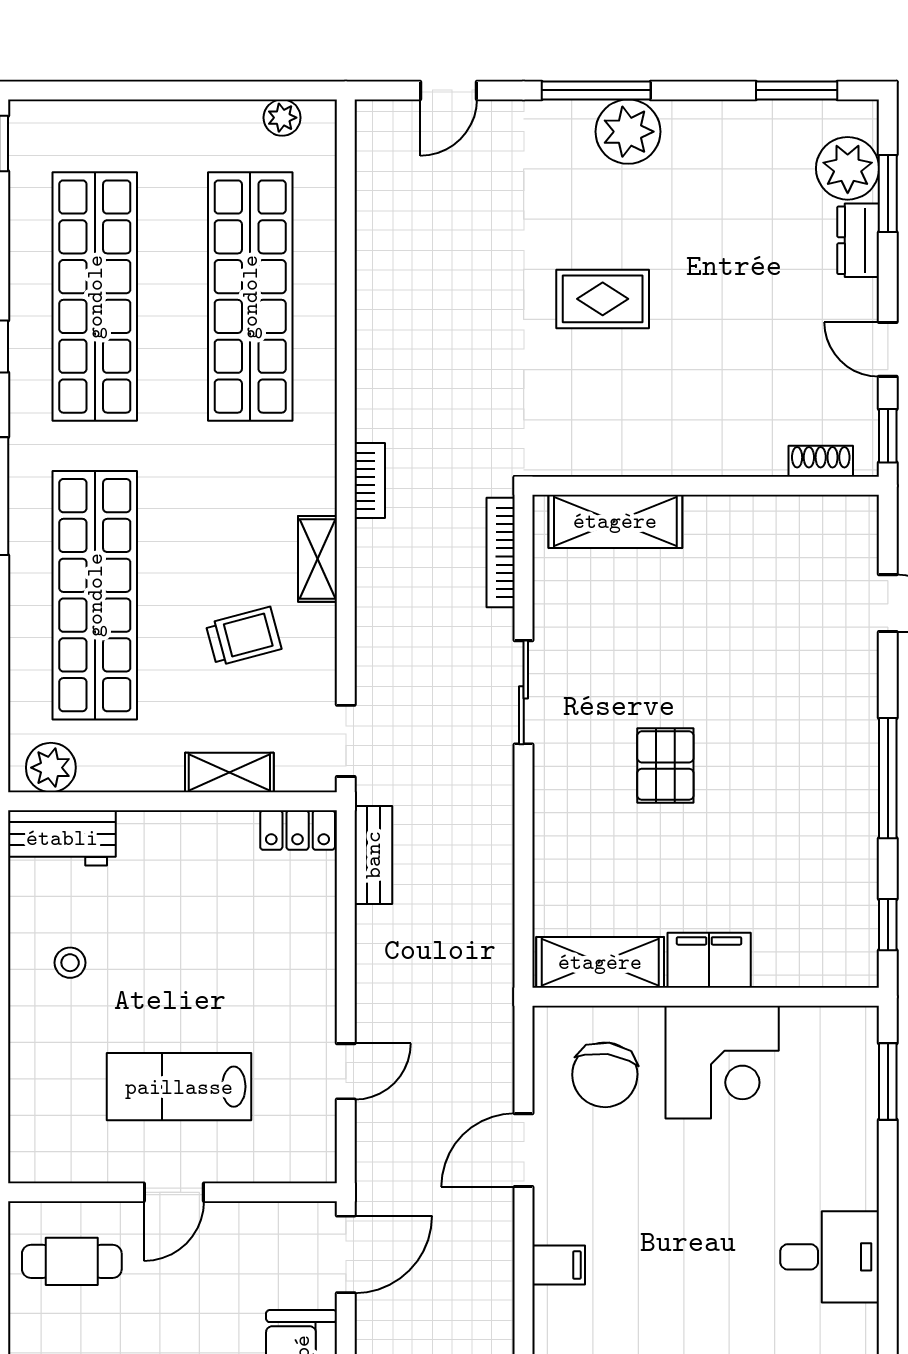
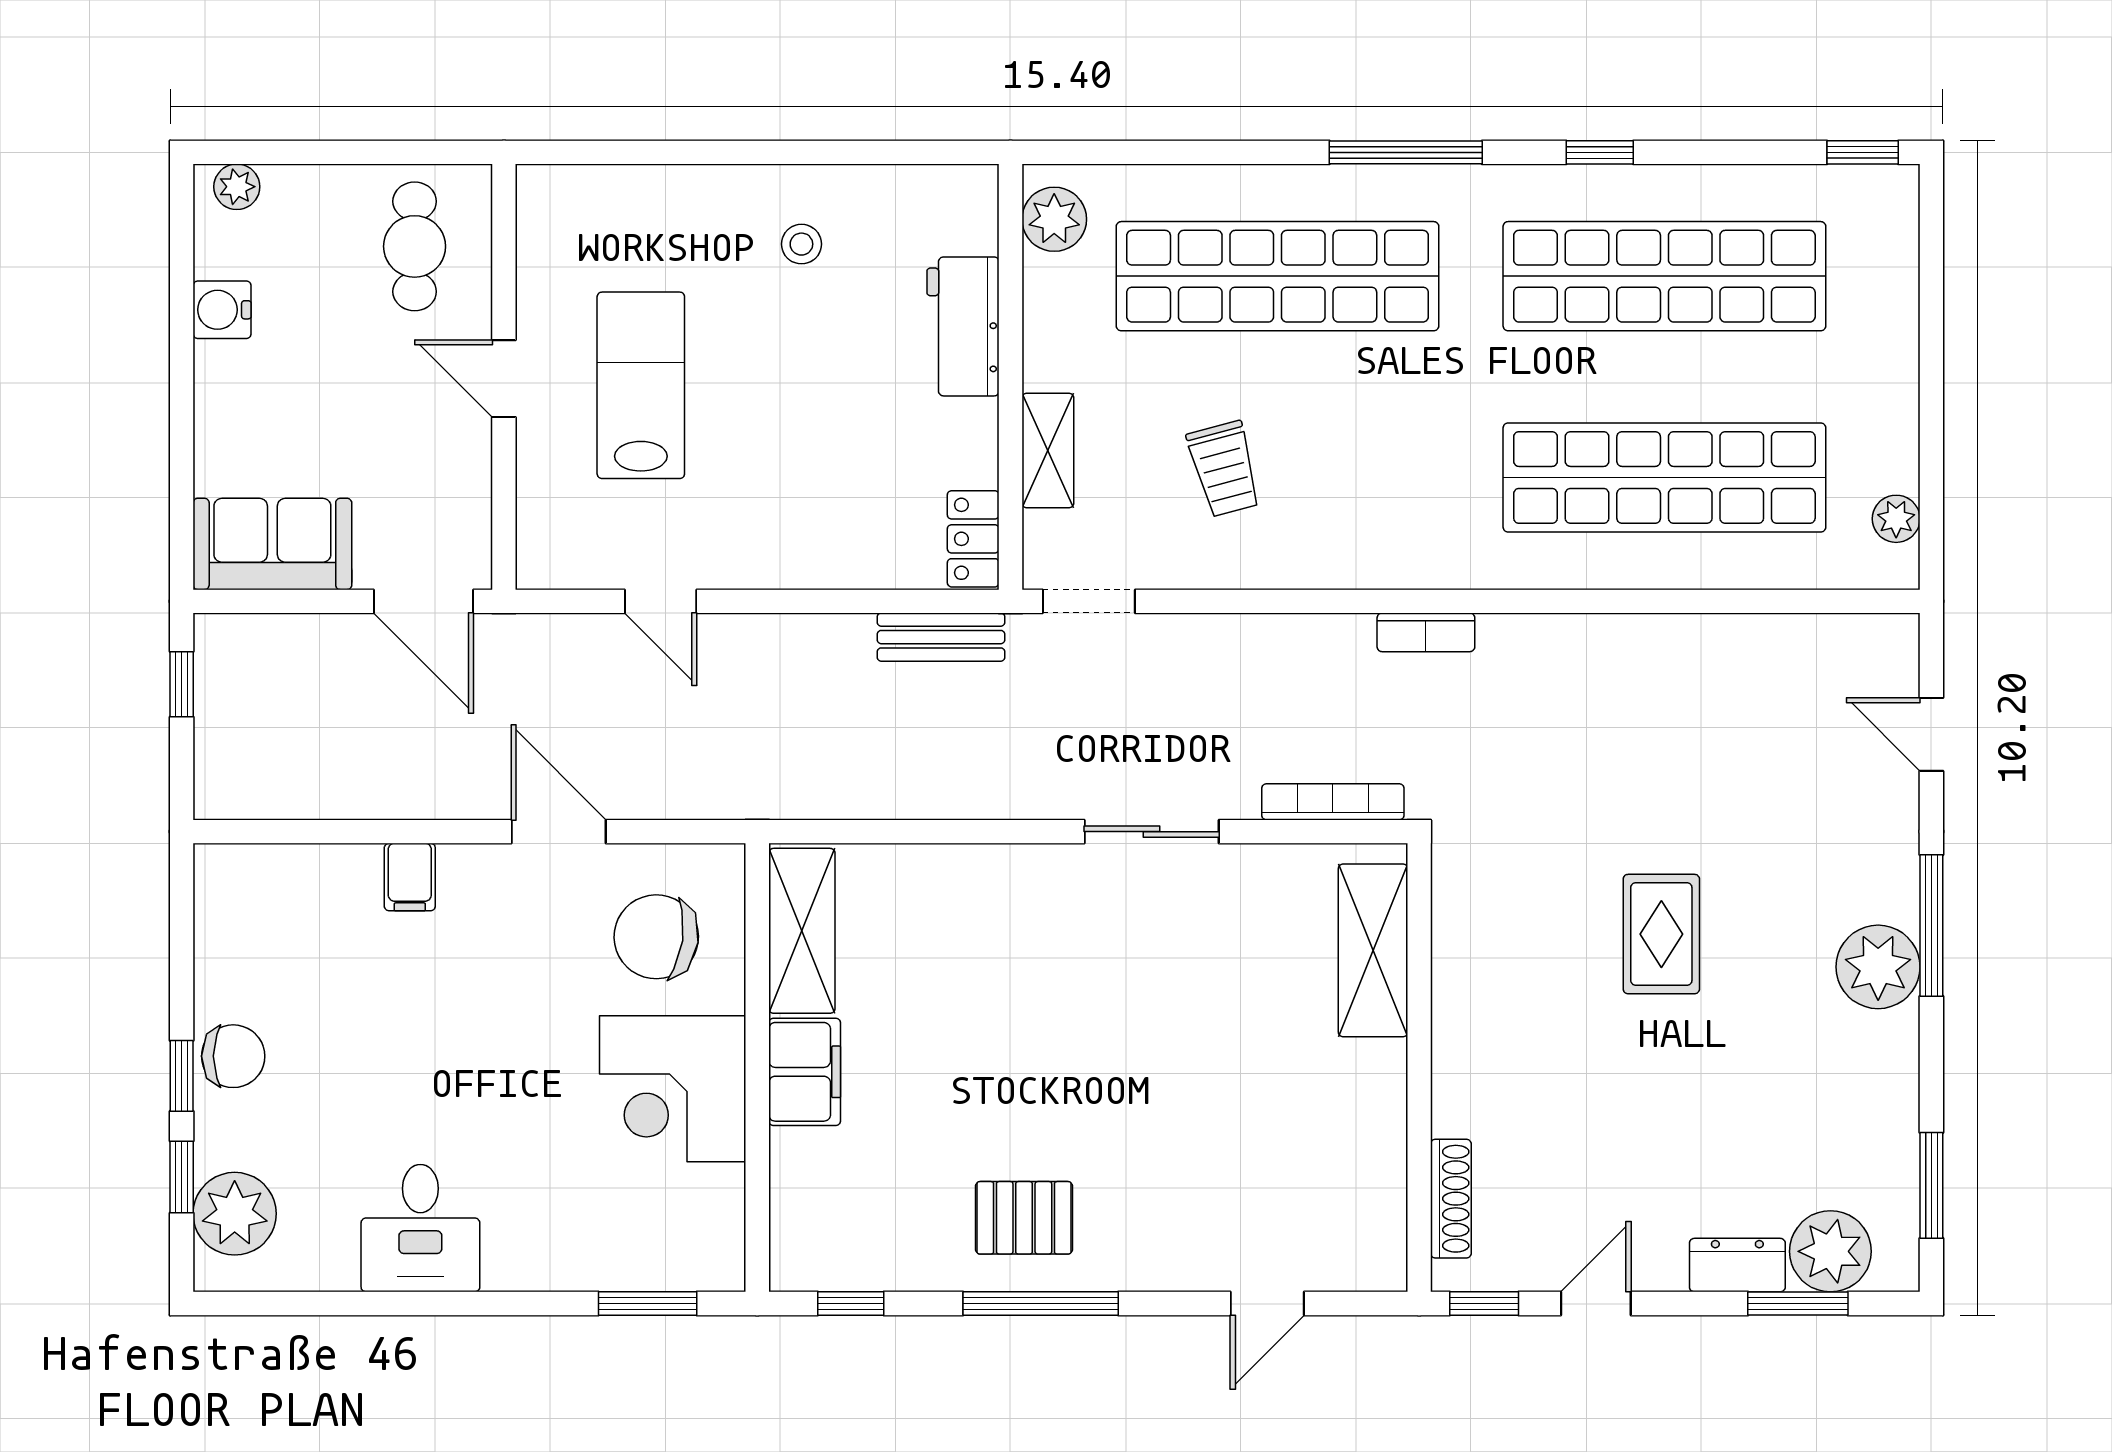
shoe rack: (821, 461) -> (1451, 1199), width x1.43
shelving: (318, 559) -> (1325, 565), removed
pallet: (665, 766) -> (1024, 1218), moved
workbench: (62, 838) -> (963, 326), moved

